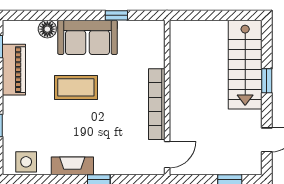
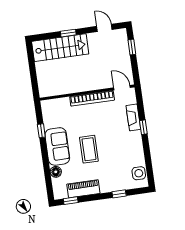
fireplace: (72, 166) -> (133, 117), moved

